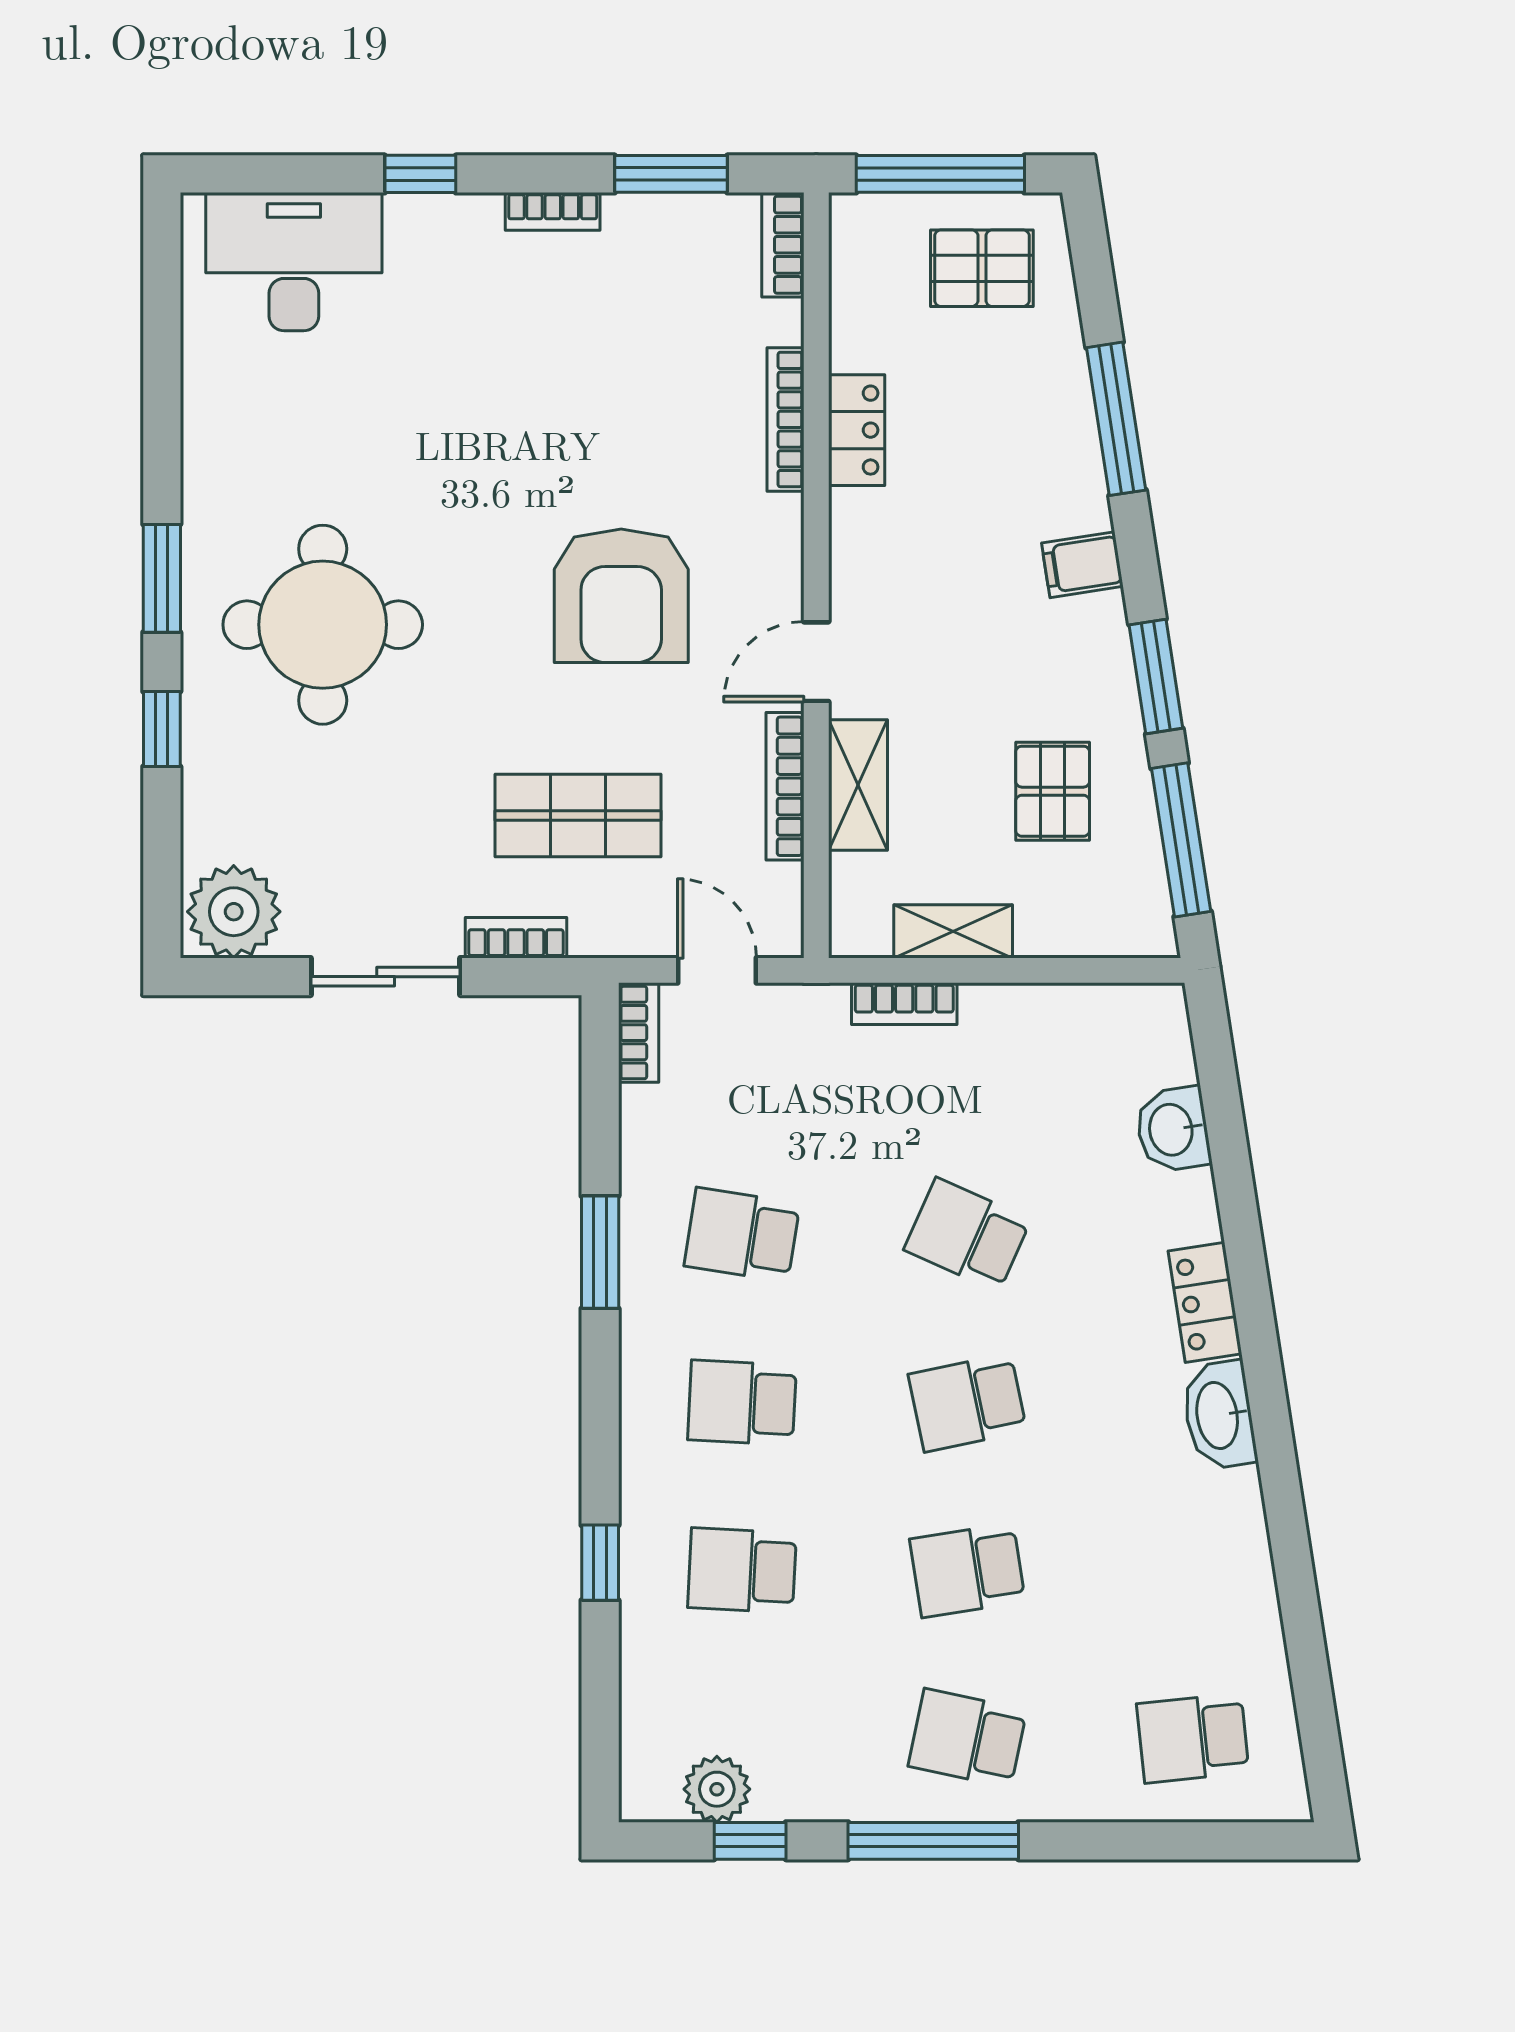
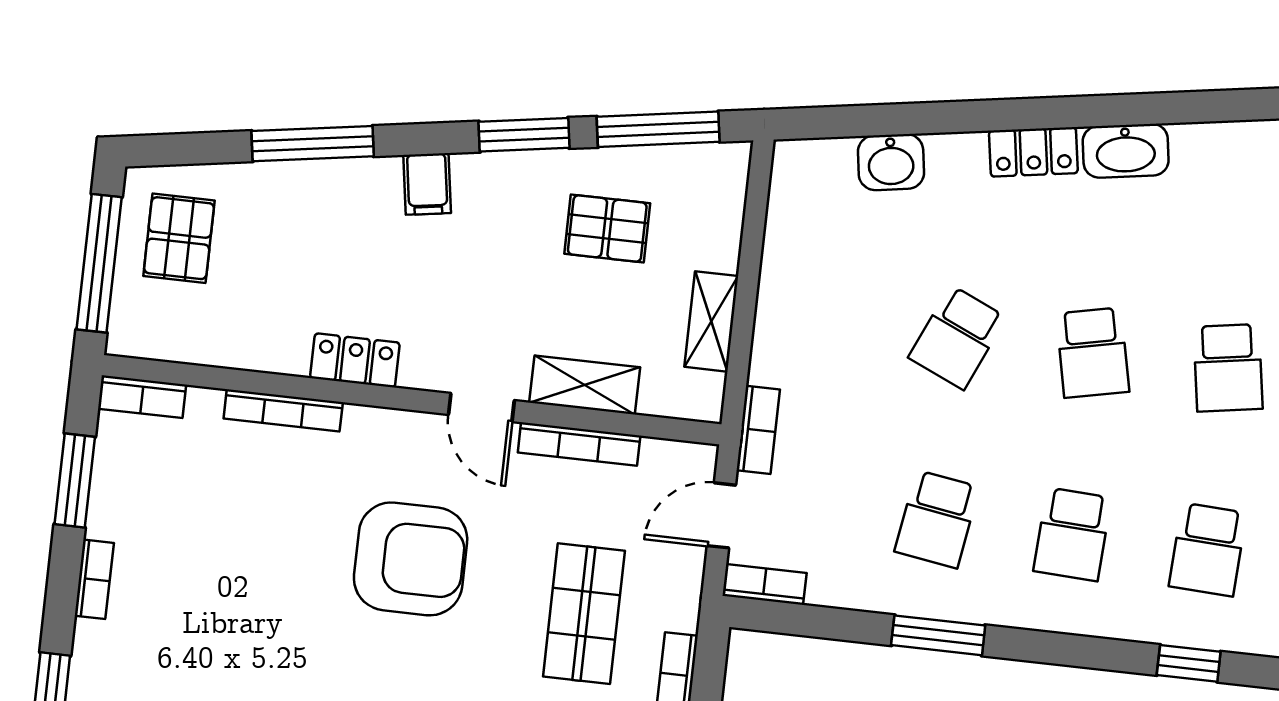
locker: (857, 430) -> (355, 360), moved
bookcase: (904, 1004) -> (758, 430), moved

